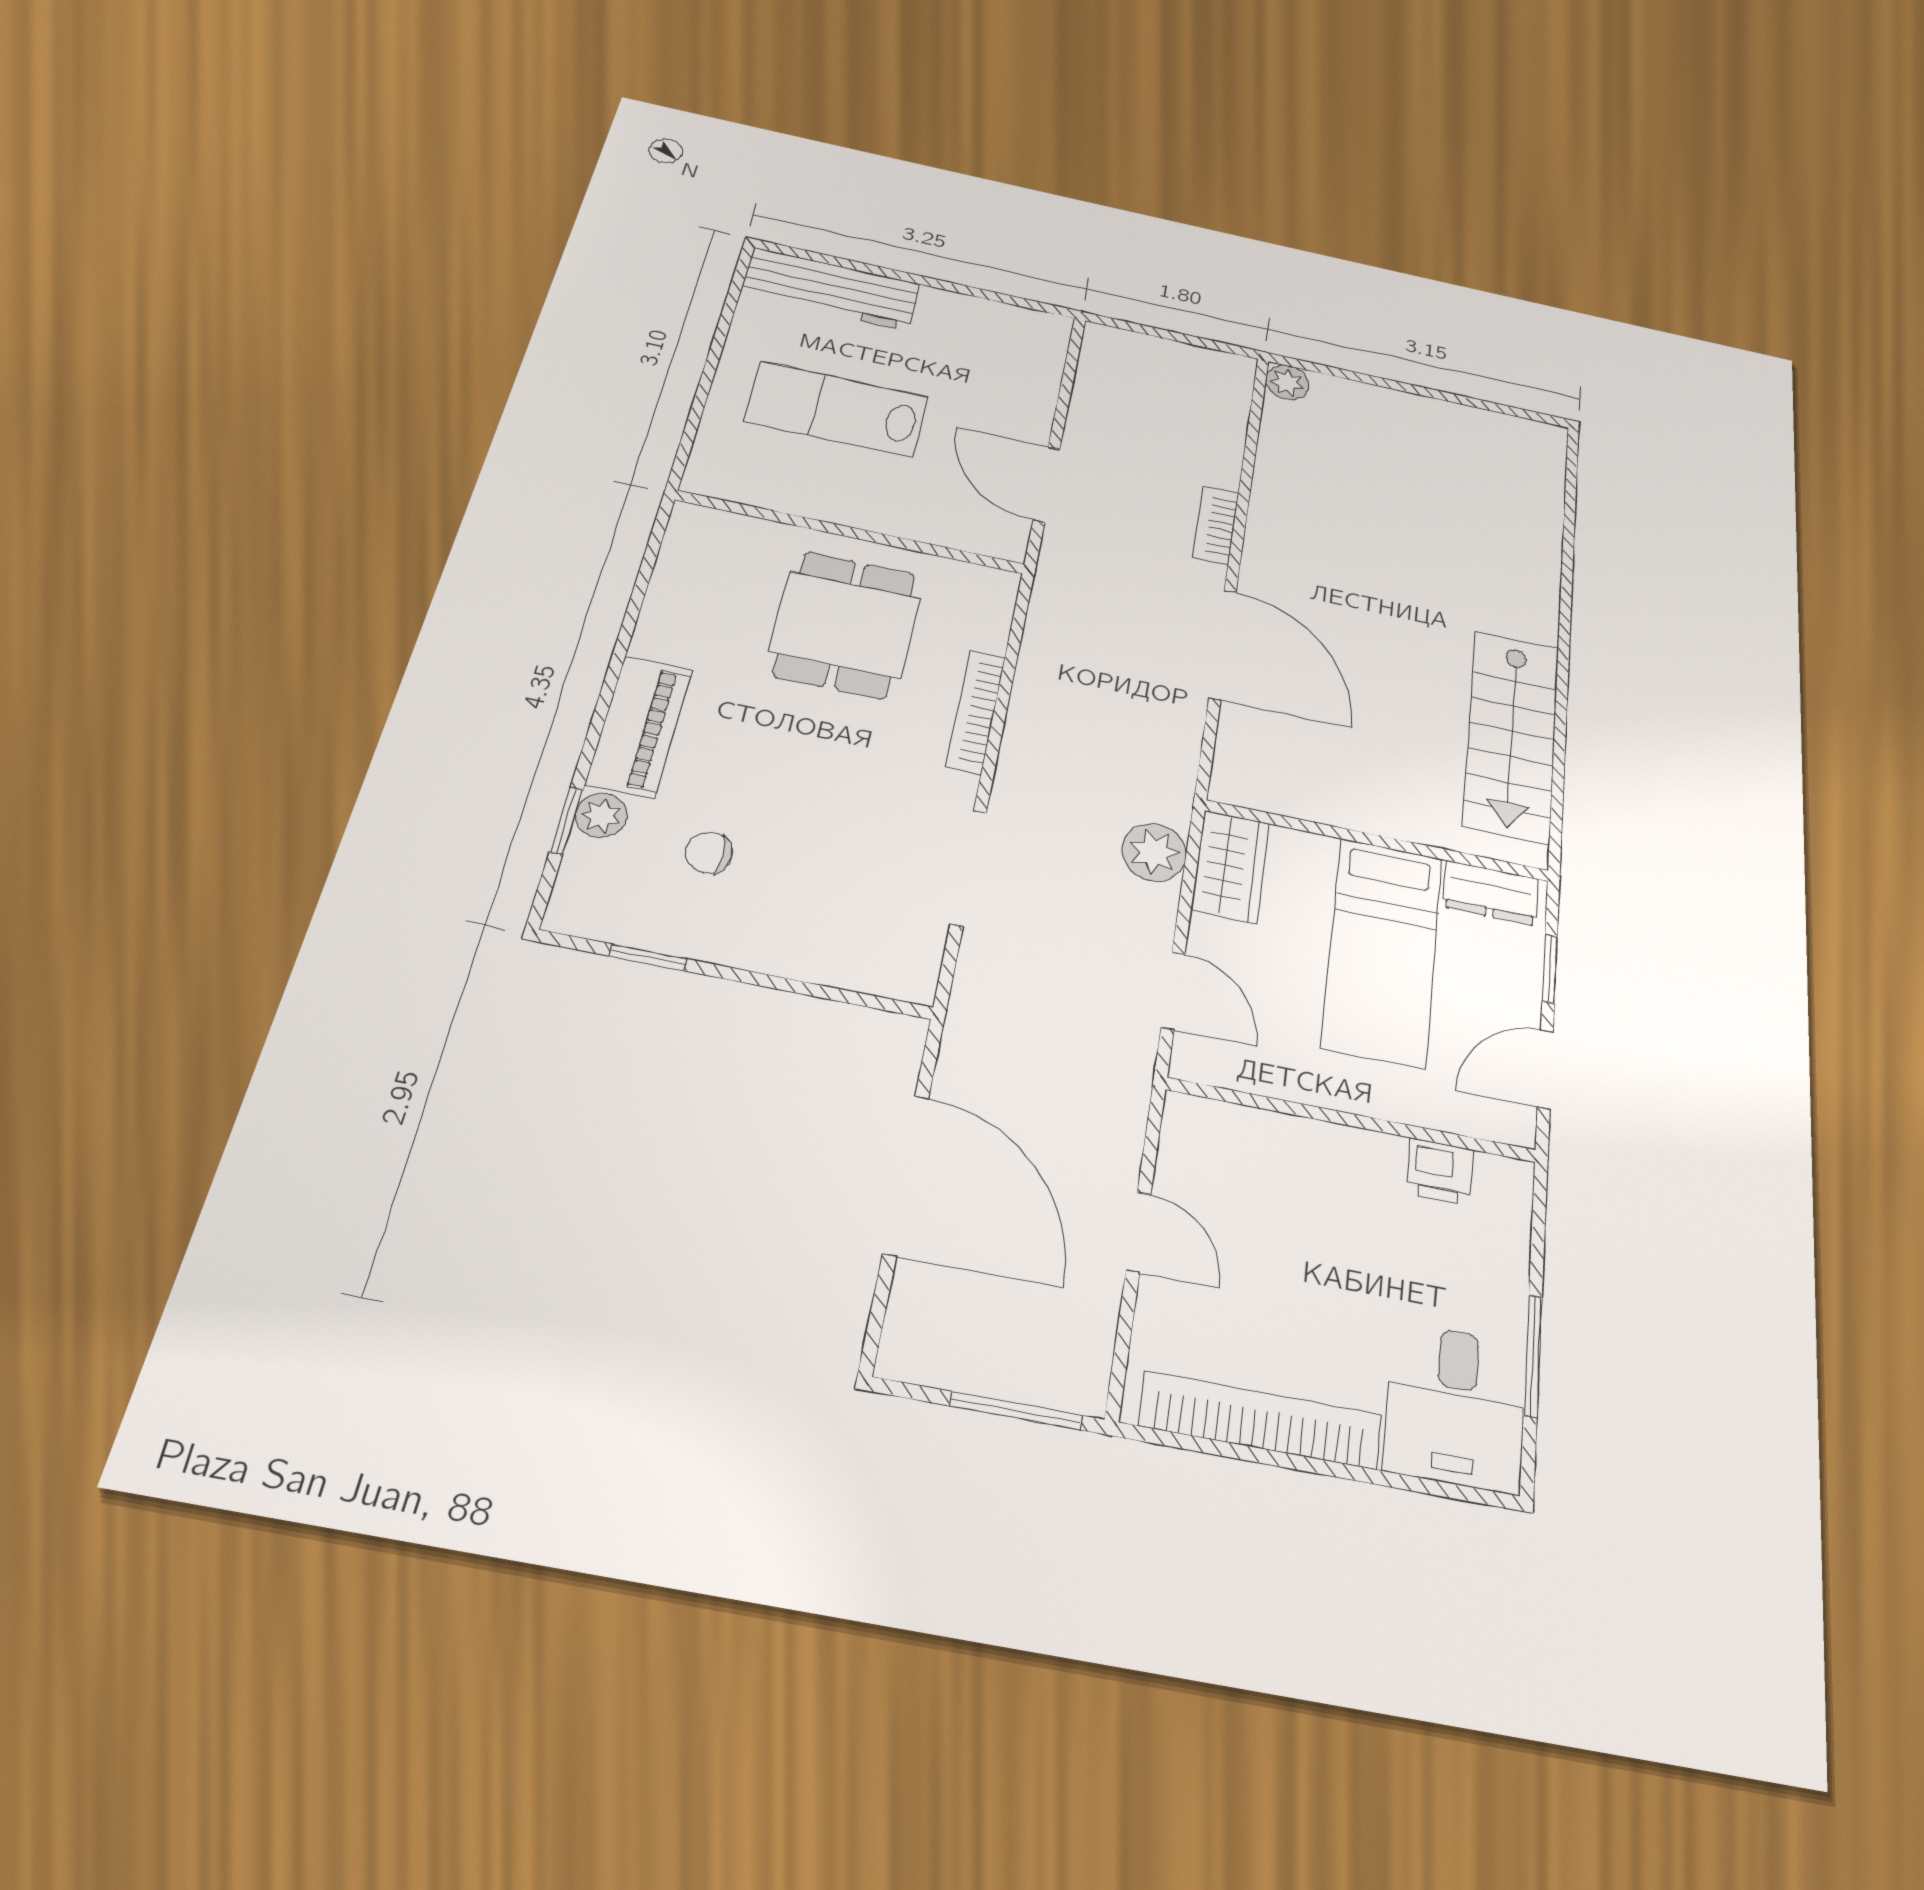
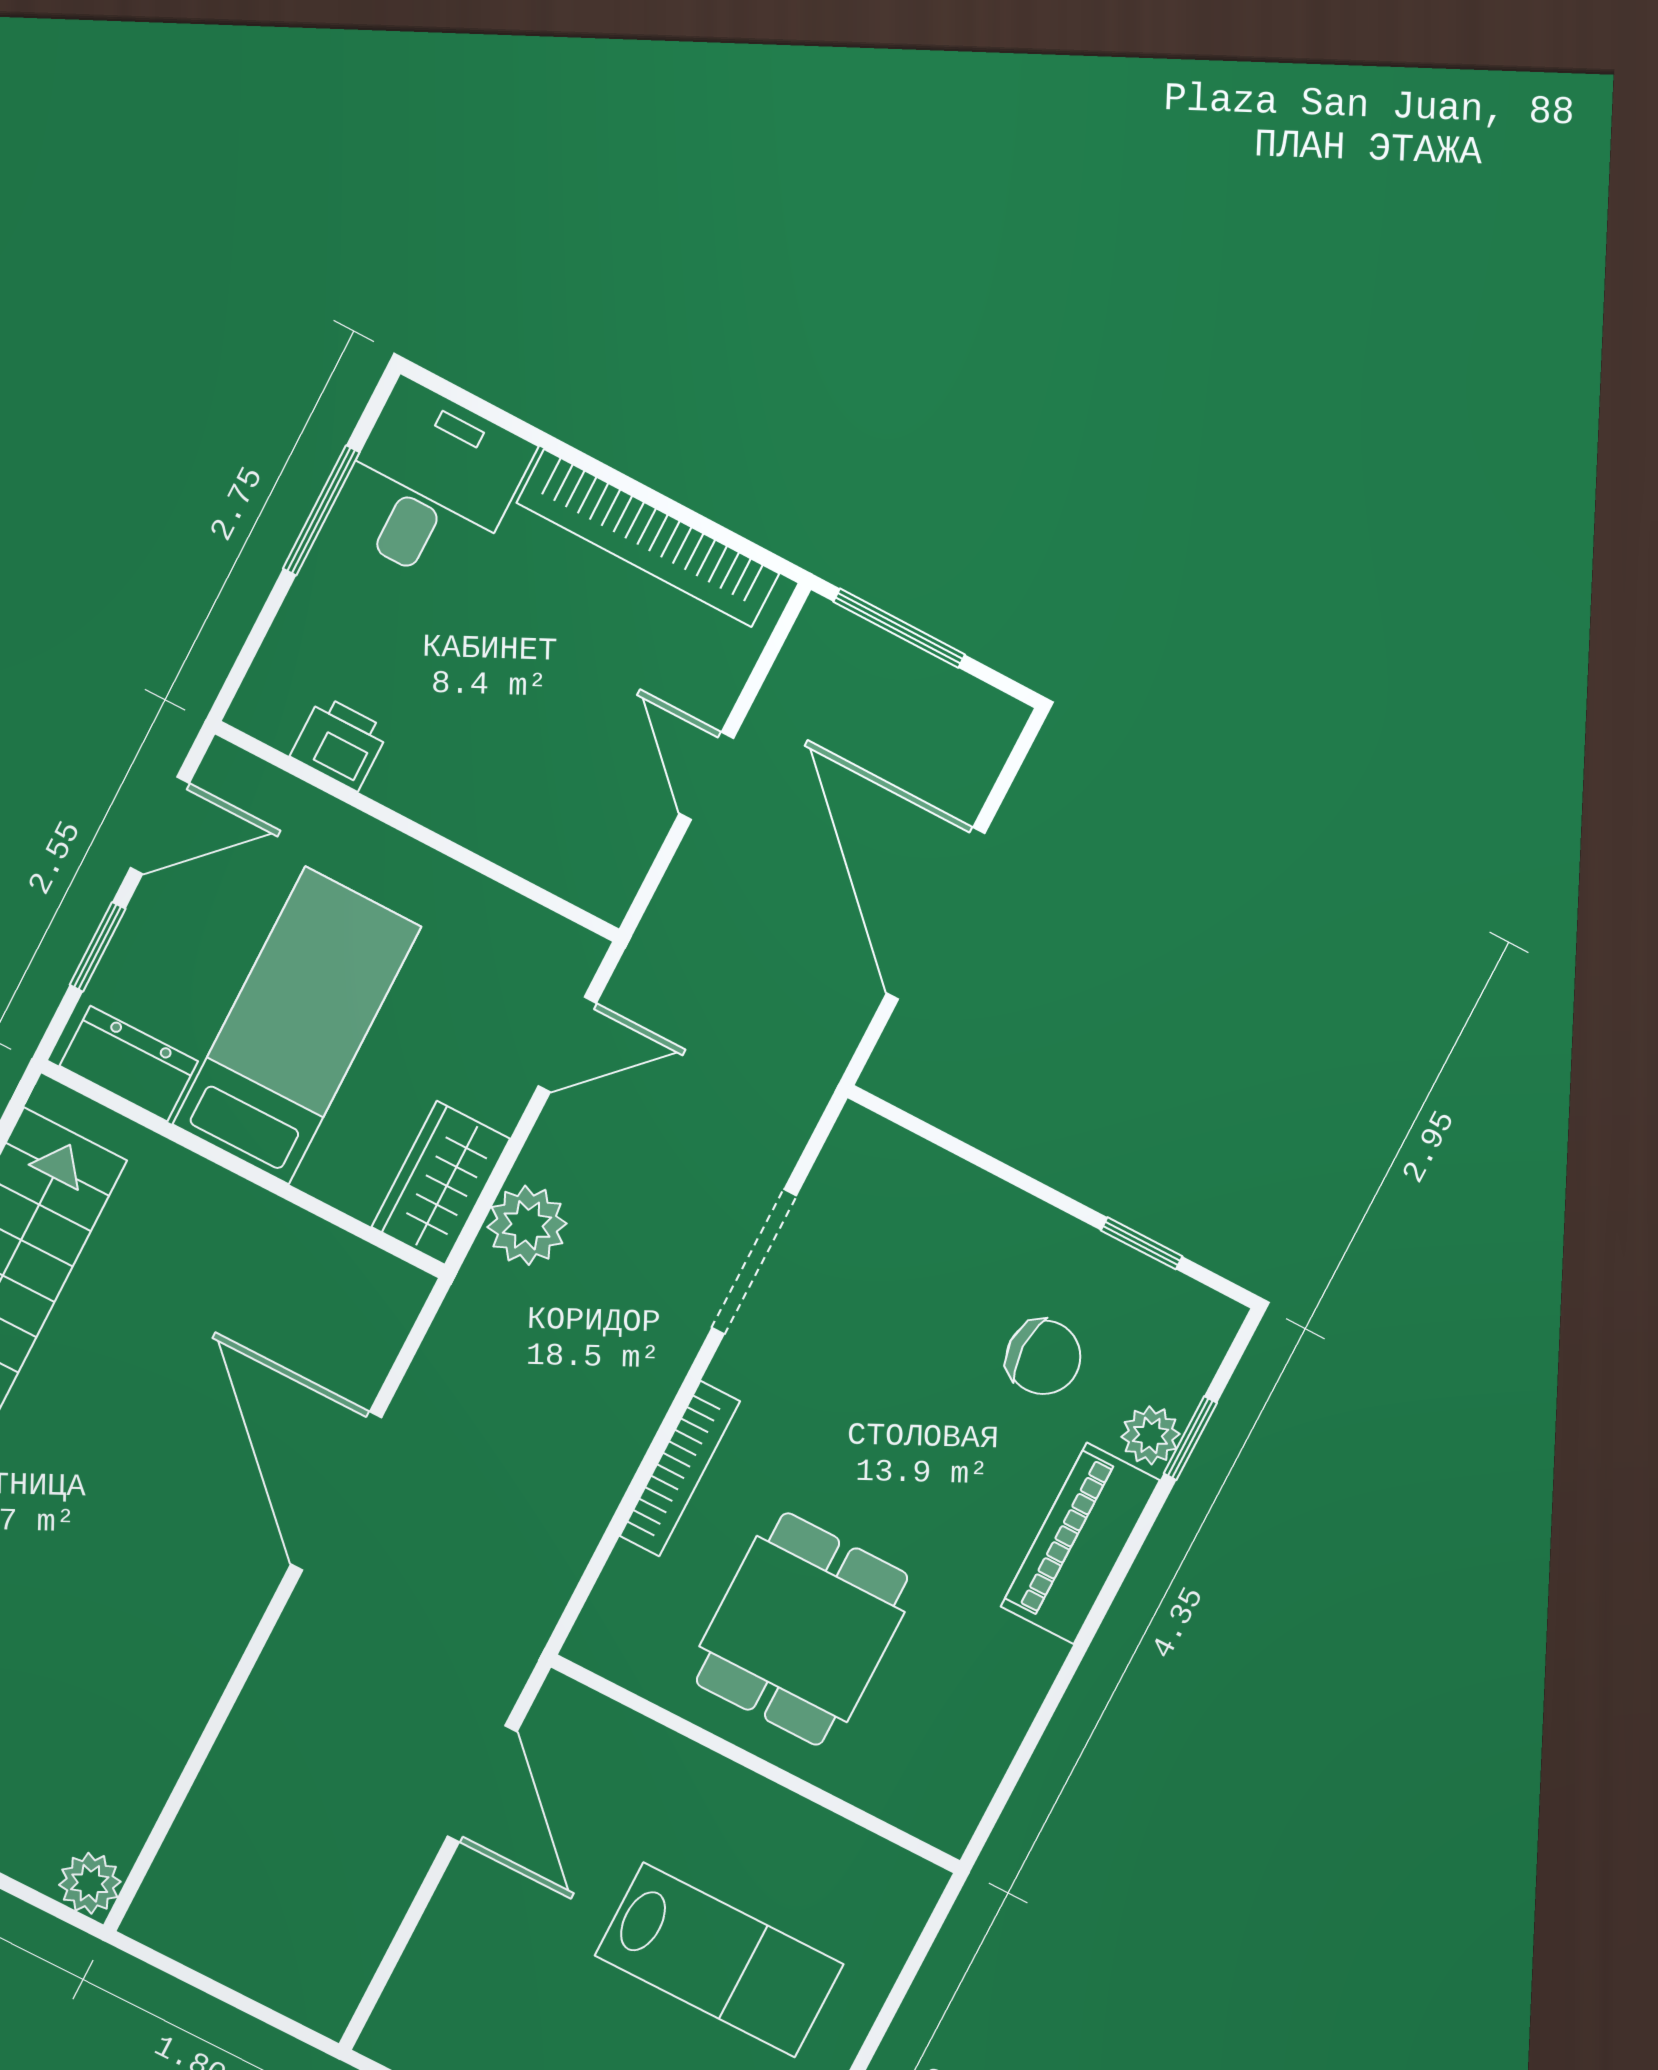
bookcase: (1216, 525) -> (278, 1673), removed
chair: (709, 853) -> (1043, 1357), width x1.37, depth x1.37
door: (1173, 990) -> (567, 1044), swing flipped

